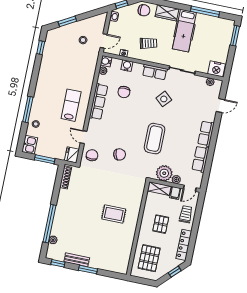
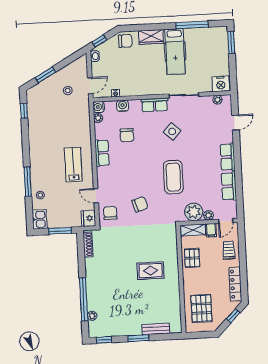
trolley: (149, 43) -> (140, 75), removed
row of seats: (98, 102) -> (102, 153), width x0.68
pallet: (161, 224) -> (192, 258), moved
bench: (77, 260) -> (156, 329), moved

